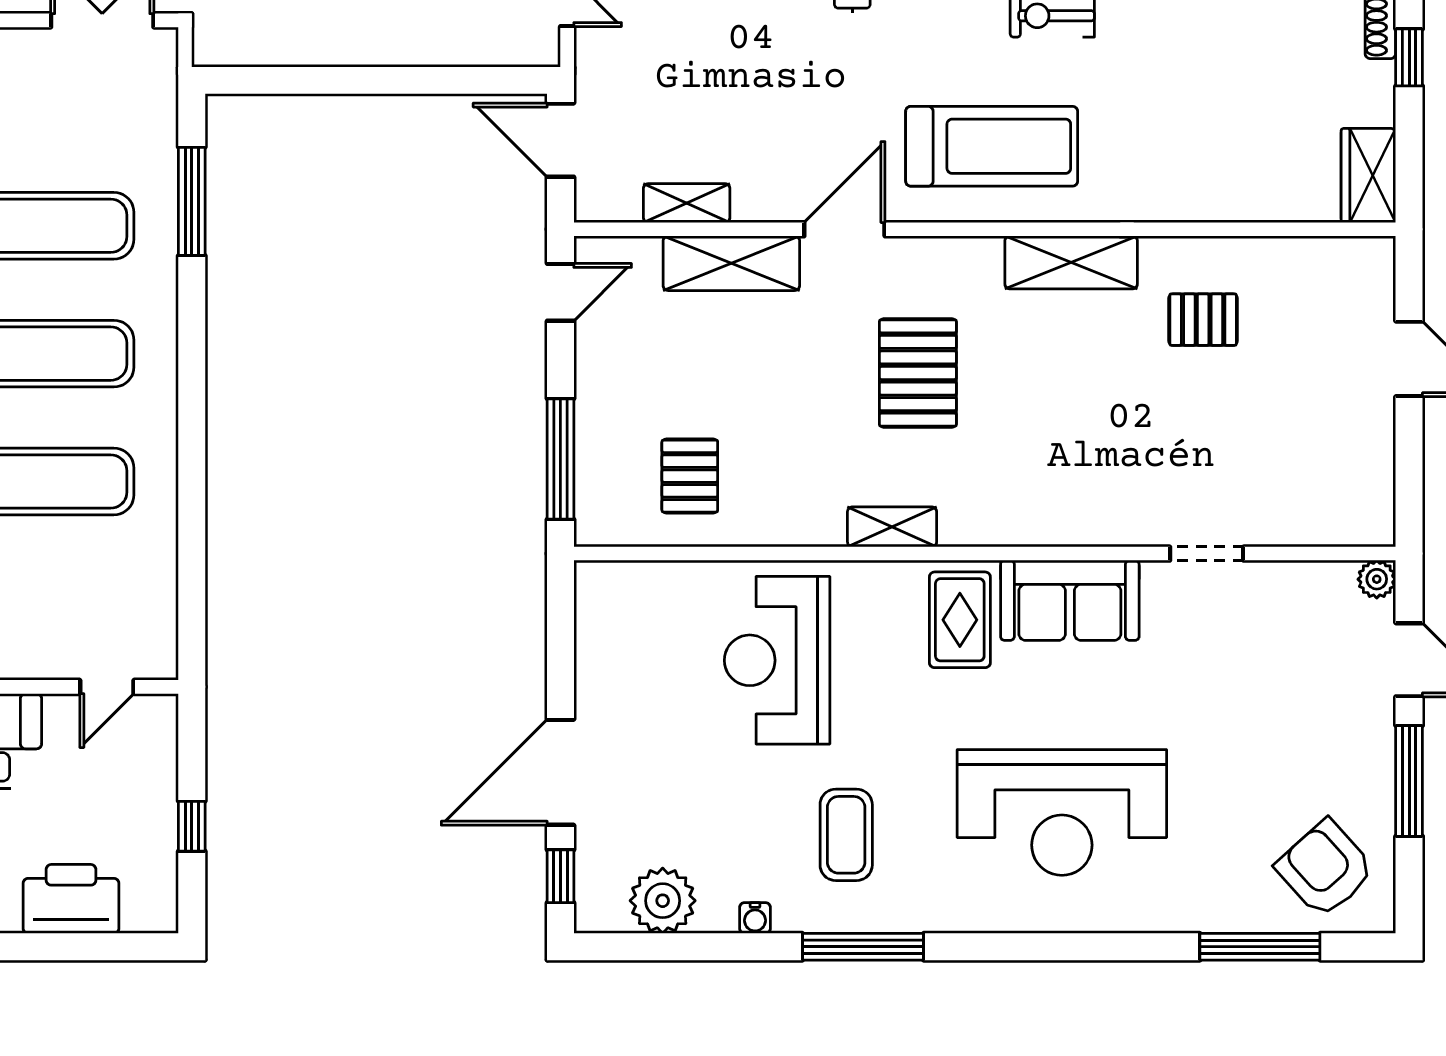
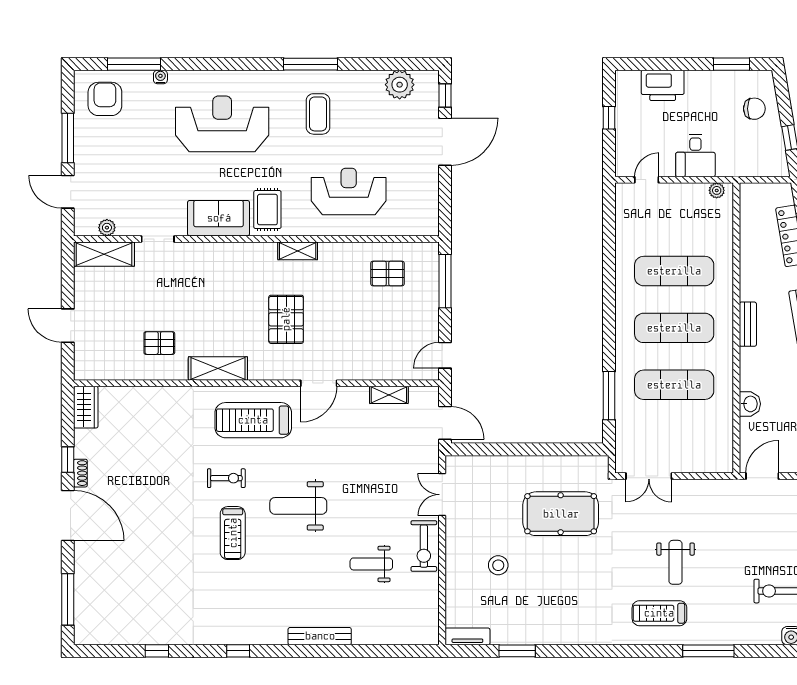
shelving: (731, 263) -> (104, 254), moved
pallet: (690, 476) -> (388, 273), turned 90
plant: (1377, 579) -> (107, 228), moved
reception desk: (777, 660) -> (349, 192), turned -90
armchair: (1325, 869) -> (105, 99), turned -138
water cooler: (755, 918) -> (160, 77), moved

